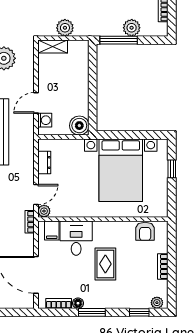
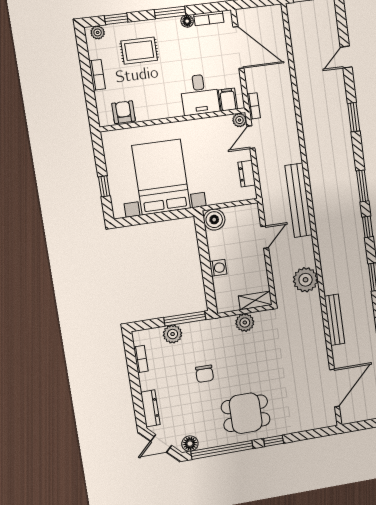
washing machine: (45, 120) -> (218, 268), moved, turned 180
rug: (105, 264) -> (139, 51), moved, turned 90

